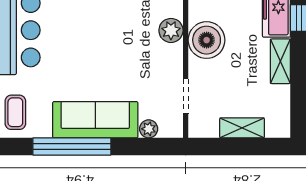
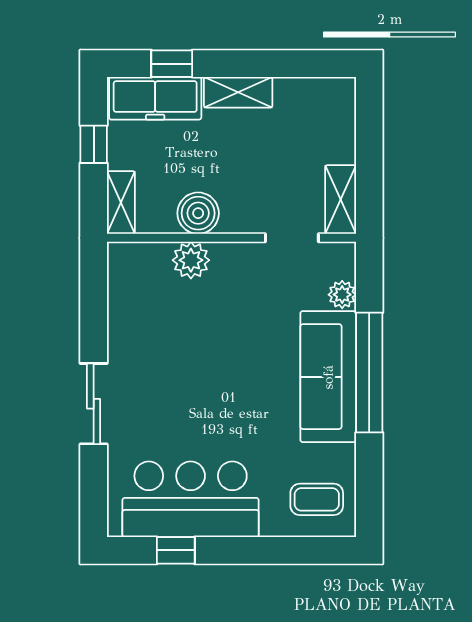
boiler: (207, 40) -> (198, 213), width x0.73, depth x0.73
shelving: (242, 128) -> (341, 199), moved
window: (72, 146) -> (369, 373), moved

